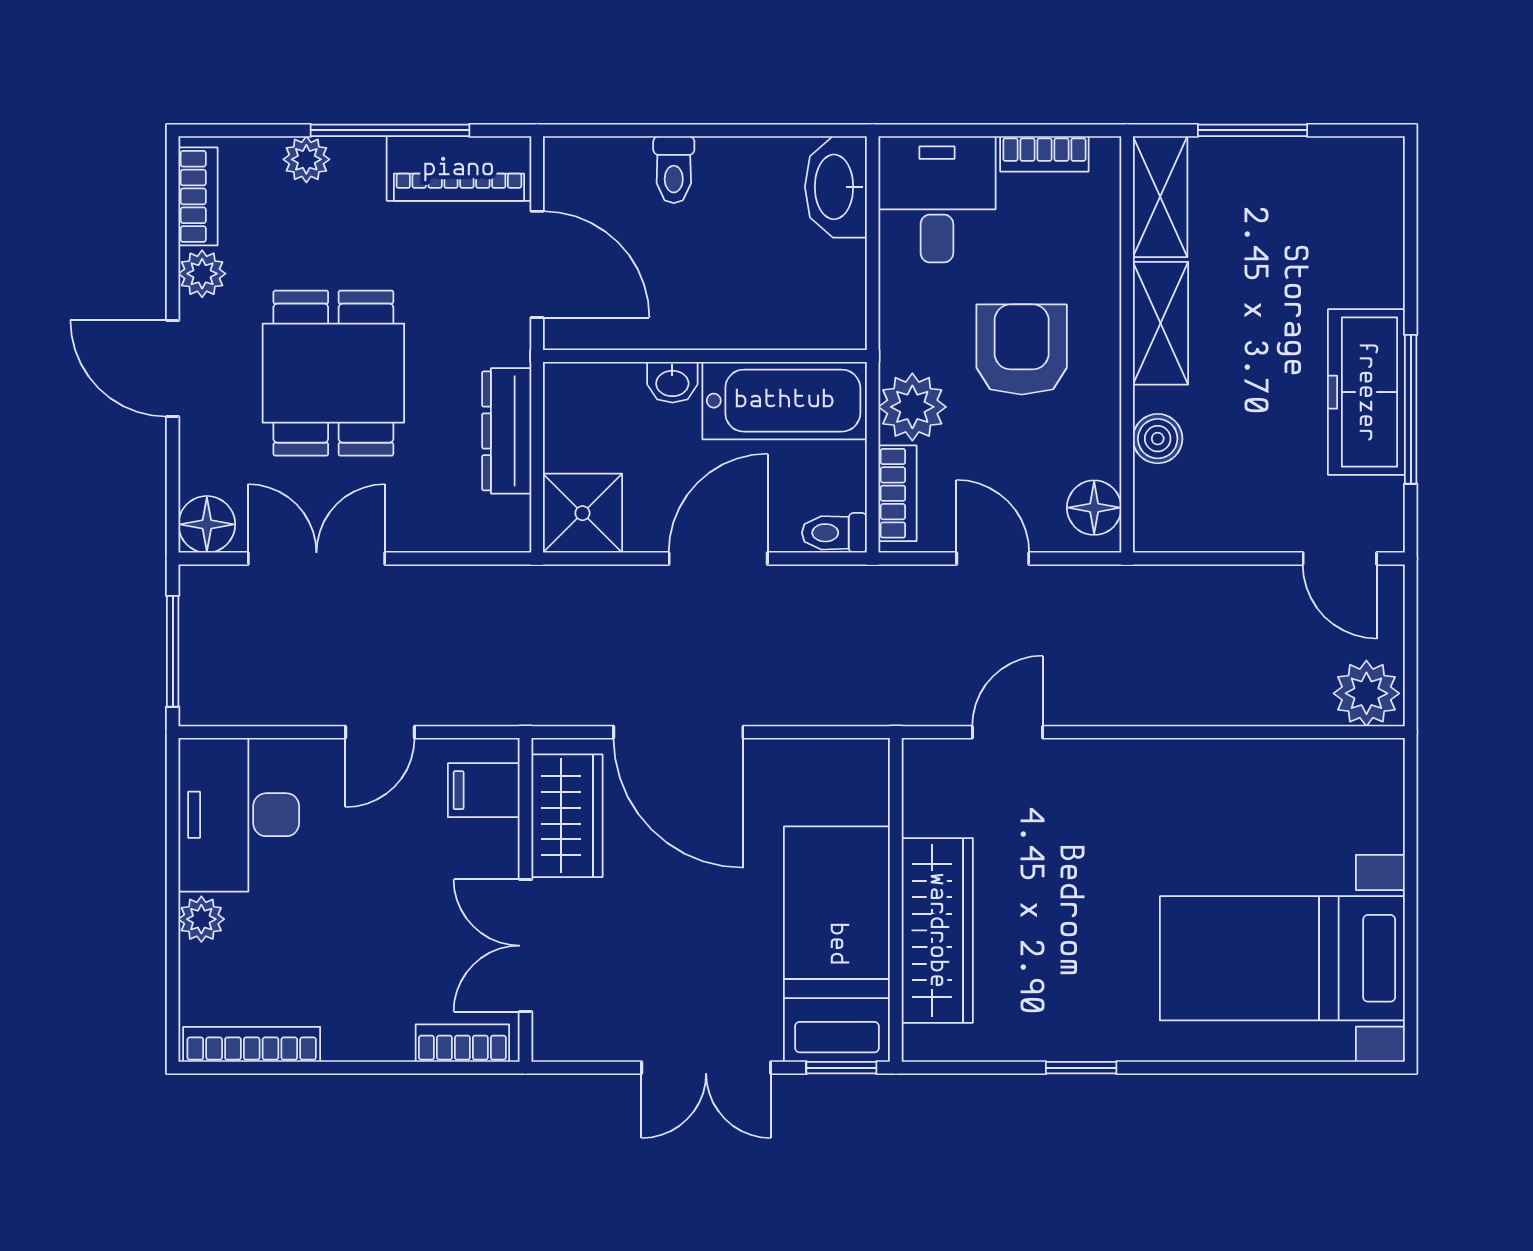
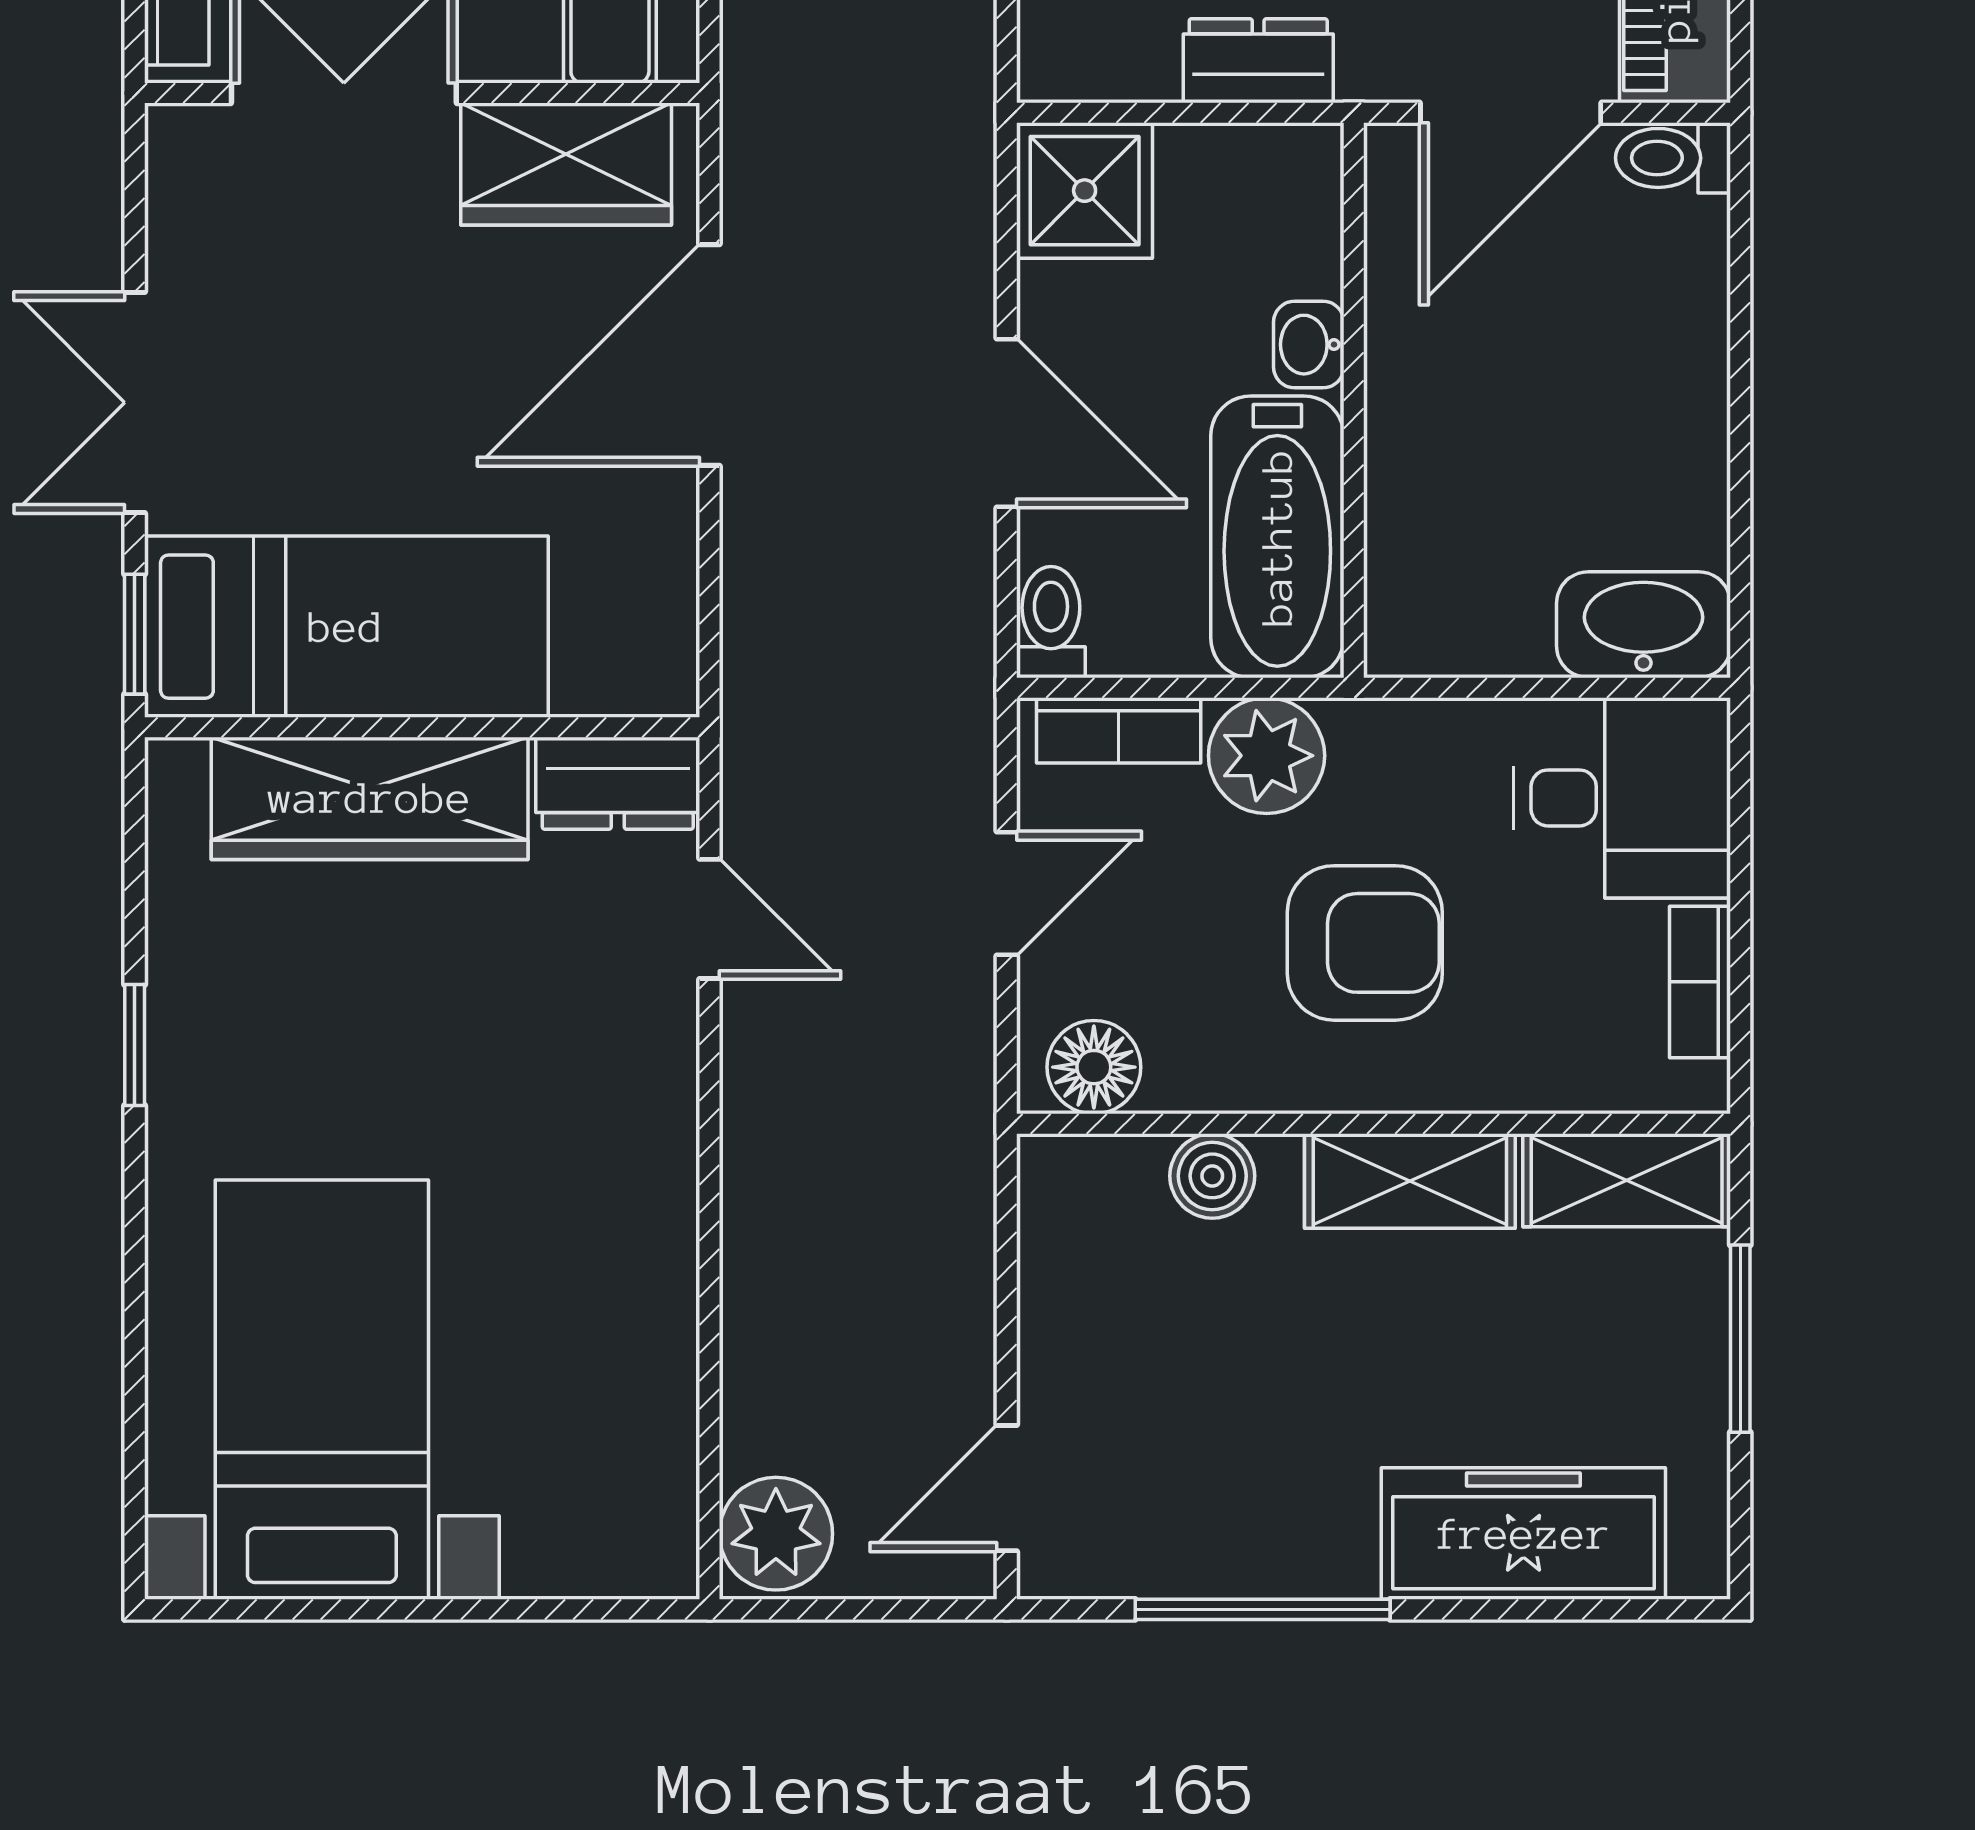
toilet: (674, 170) -> (1673, 158), moved
freezer: (1366, 392) -> (1523, 1534), moved
dresser: (507, 431) -> (1258, 61), width x0.70
dresser: (928, 786) -> (618, 783), added

